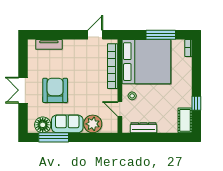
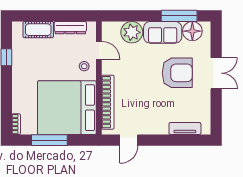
armchair: (55, 90) -> (177, 73), turned -90
cot: (185, 120) -> (38, 30), moved, turned 90

